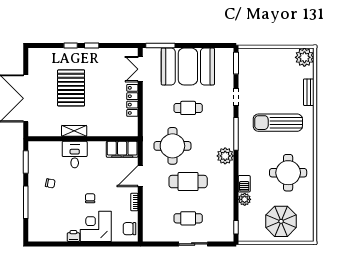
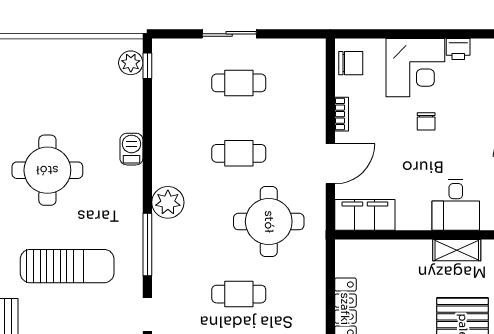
cafe table: (188, 182) -> (239, 153), width x0.73, depth x0.74
plant: (245, 199) -> (131, 63), moved
parasol: (281, 221) -> (61, 77), removed

